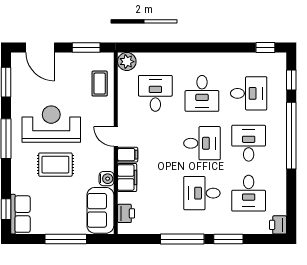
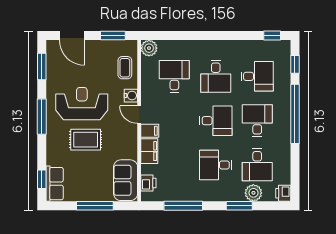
water cooler: (106, 179) -> (131, 96), moved
plant: (244, 225) -> (253, 193), added
window: (182, 239) -> (183, 206), moved

